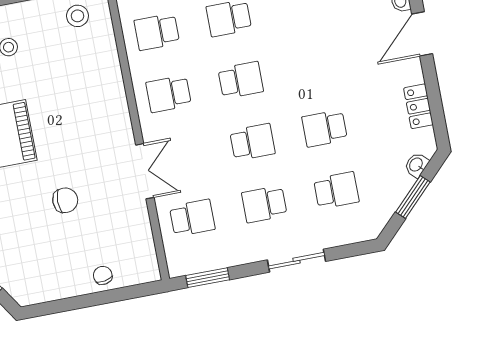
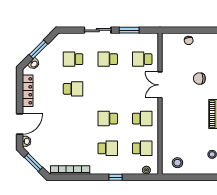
locker: (418, 106) -> (28, 91), width x1.53
school desk: (252, 142) -> (108, 89), removed
school desk: (264, 204) -> (108, 59), turned 180
window: (208, 278) -> (129, 30), moved

